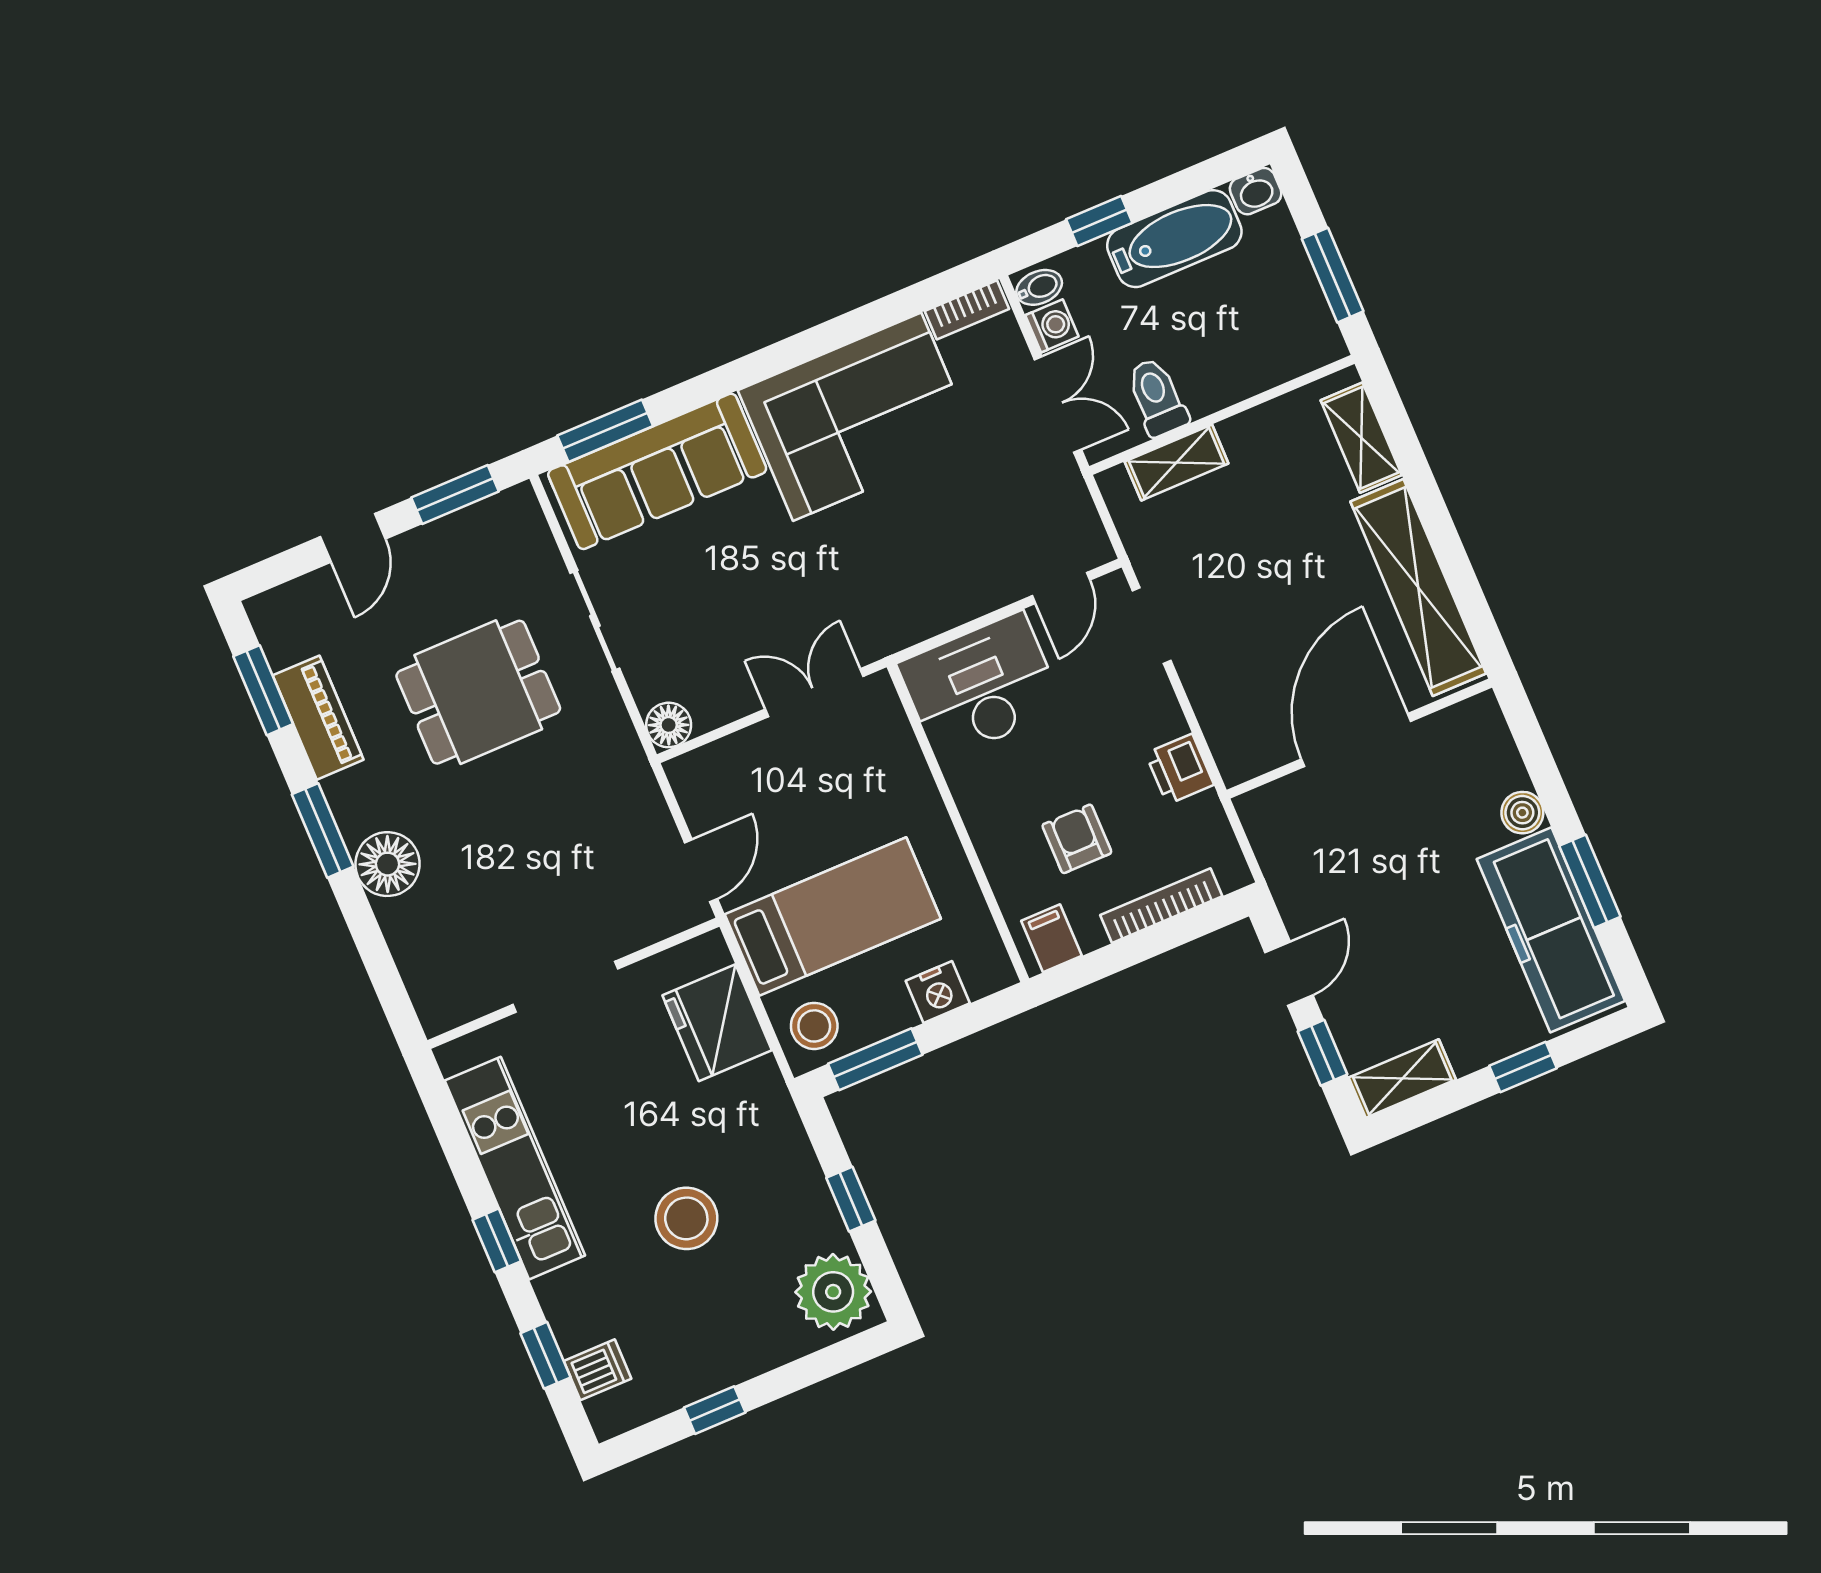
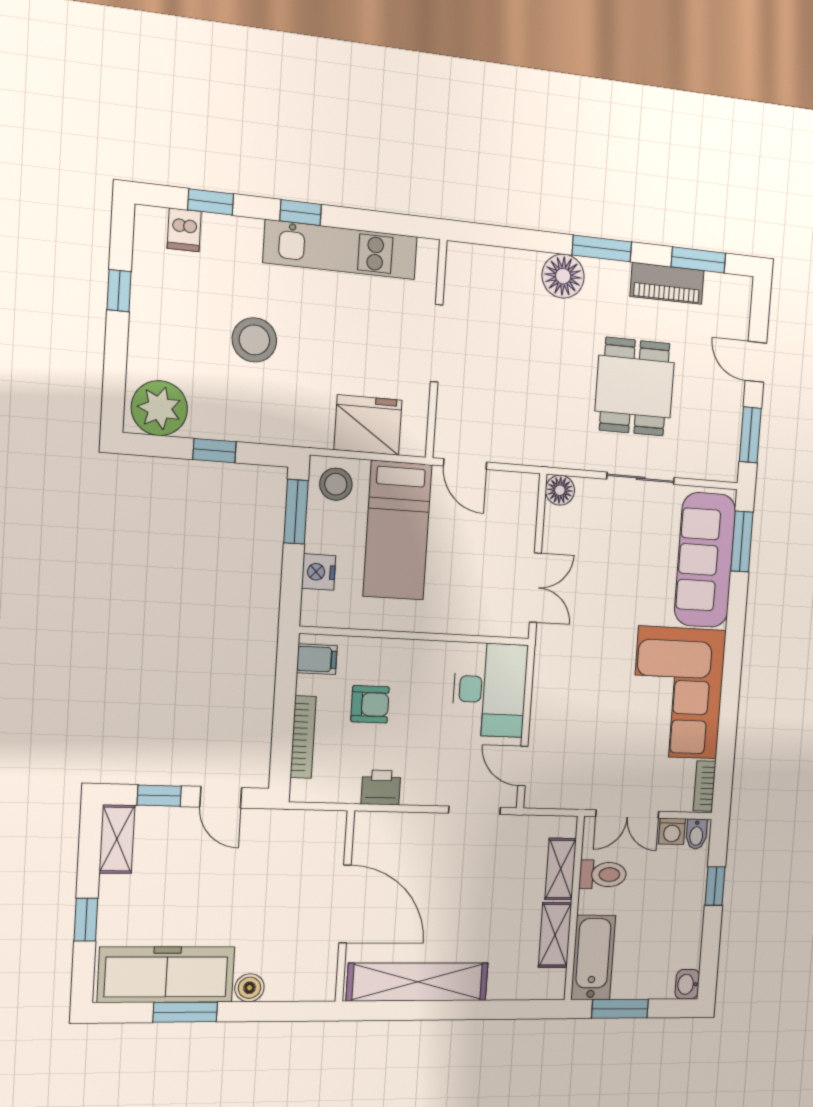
bathtub: (1174, 239) -> (593, 958), moved, turned 180
shelving: (1361, 438) -> (555, 935), moved, turned 90

